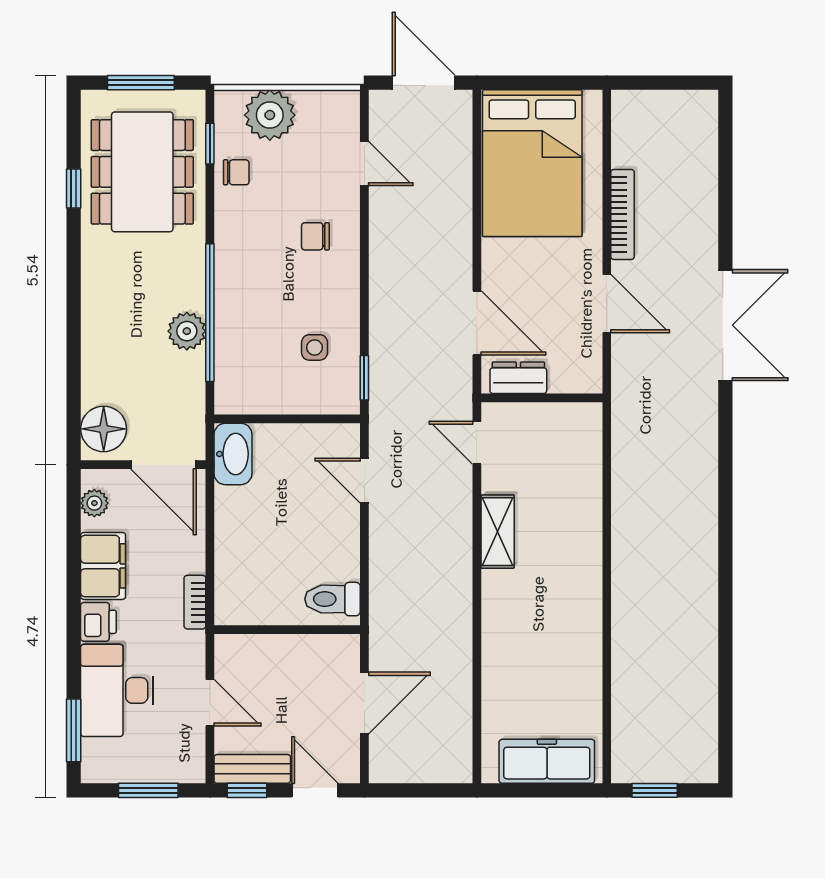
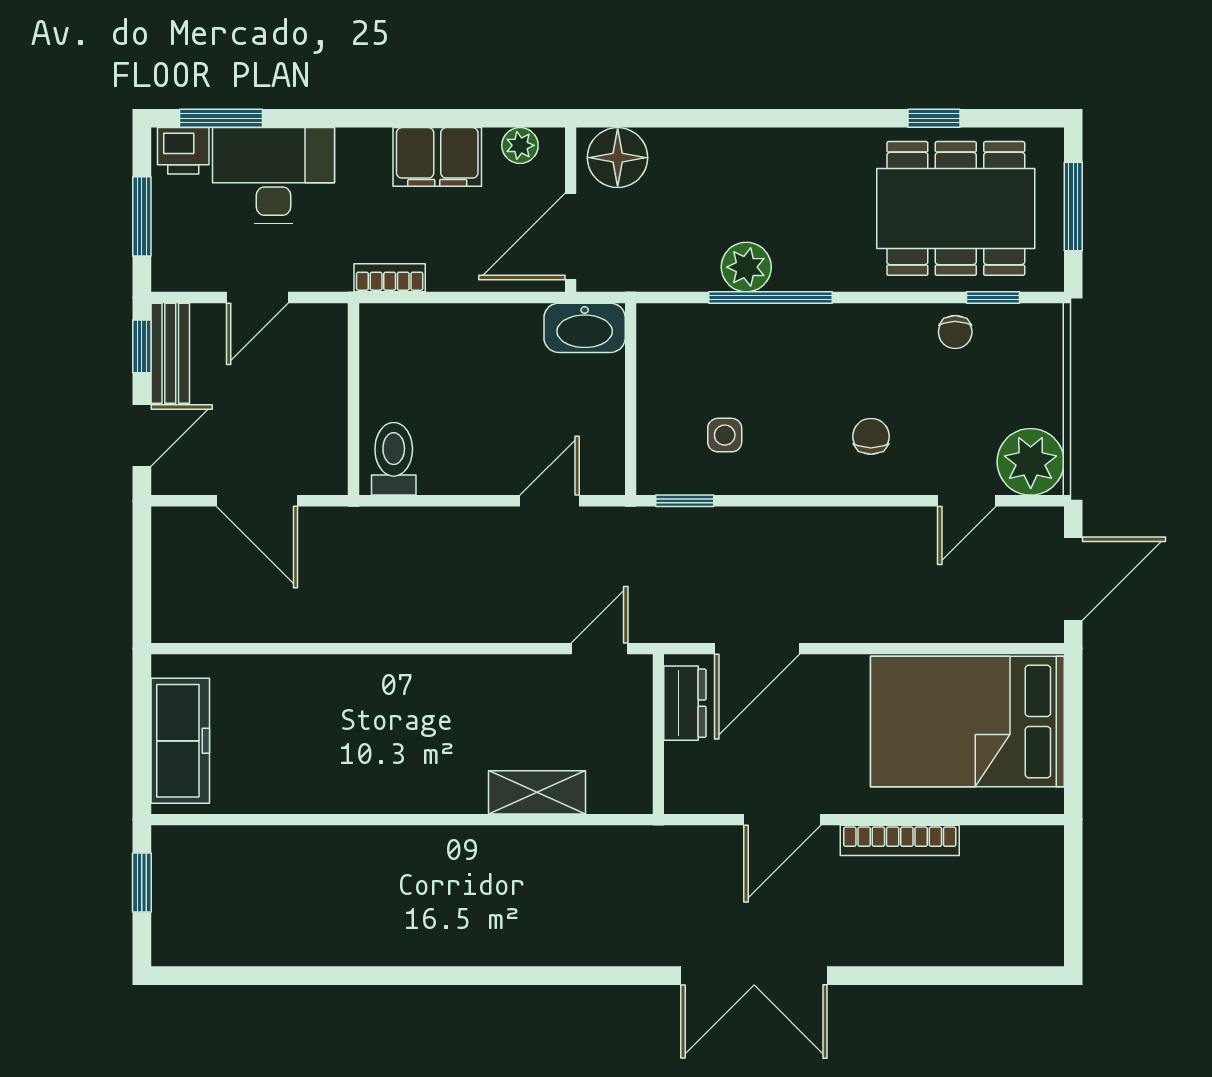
plant: (270, 115) -> (1031, 462), moved
window: (210, 313) -> (771, 298), width x0.68
shelving: (498, 532) -> (537, 792), moved
printer: (98, 622) -> (183, 151), moved

